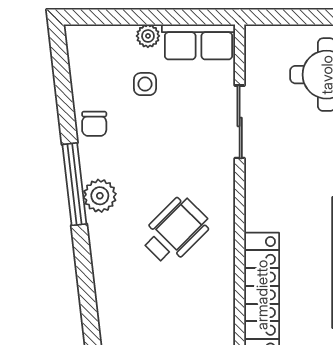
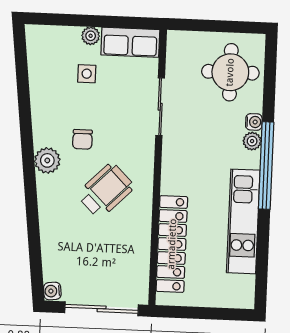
chair: (94, 124) -> (82, 139), moved
window: (74, 184) -> (28, 150), removed

